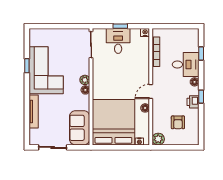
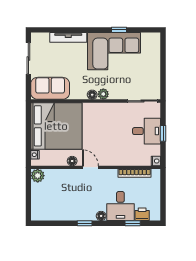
printer: (193, 102) -> (142, 214), moved
armchair: (178, 122) -> (56, 197), removed

